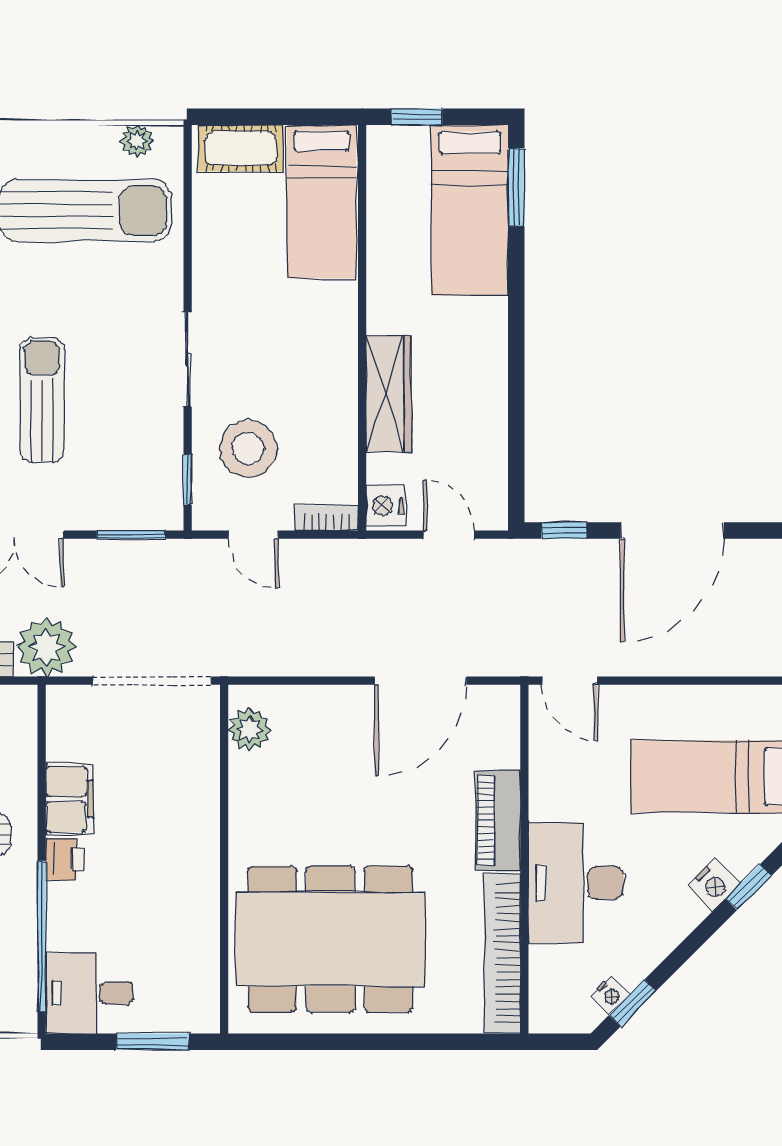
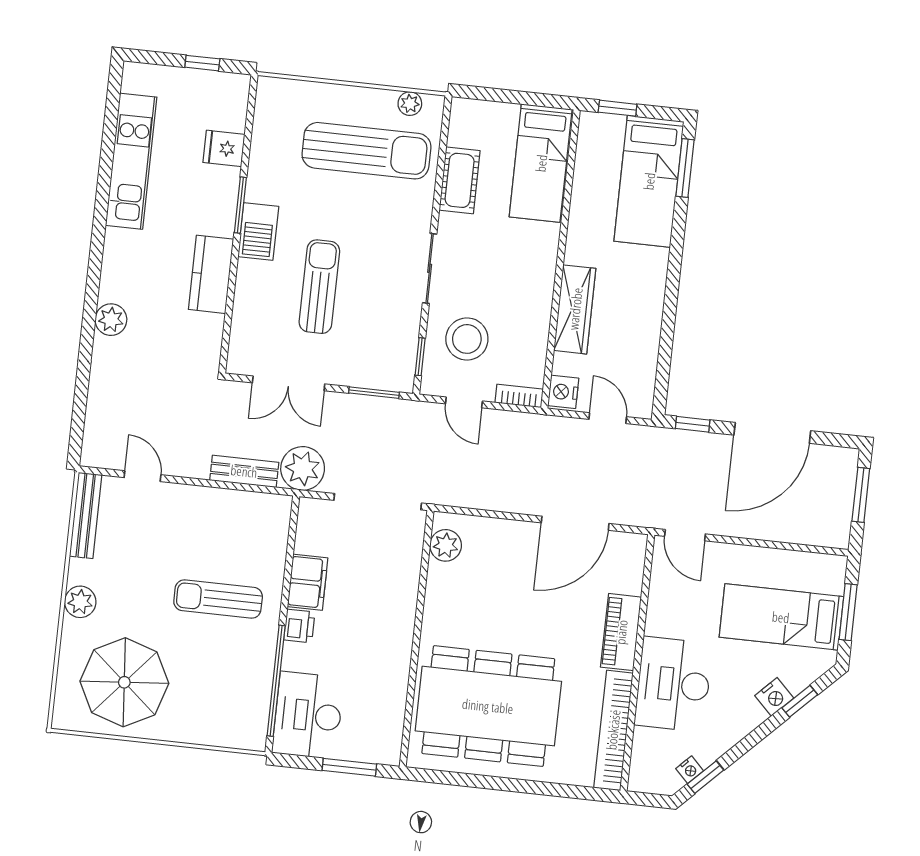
cot: (241, 148) -> (460, 180), moved, turned 90
desk: (89, 993) -> (308, 715), width x1.37

